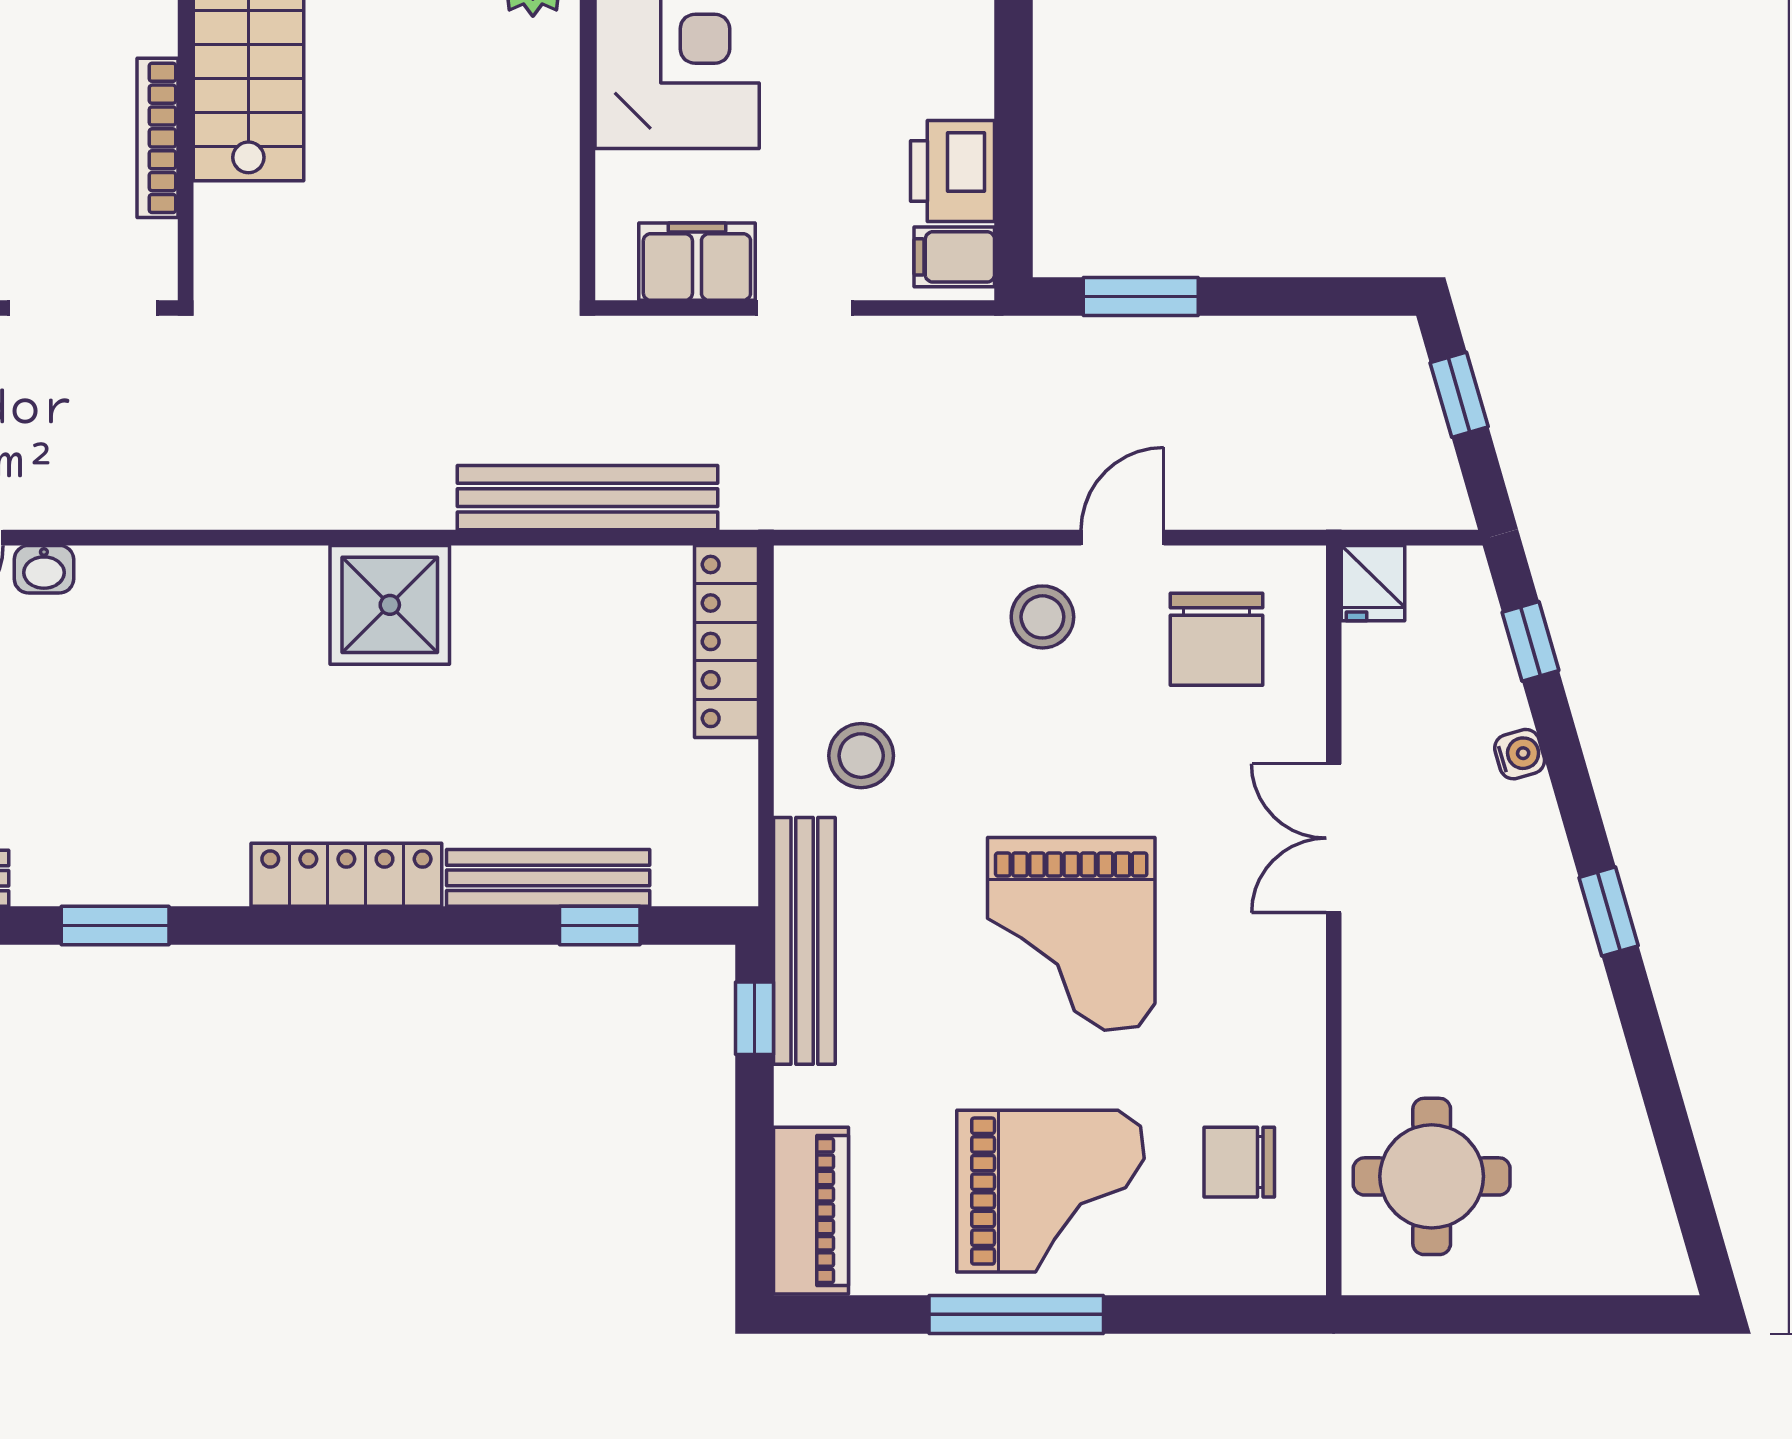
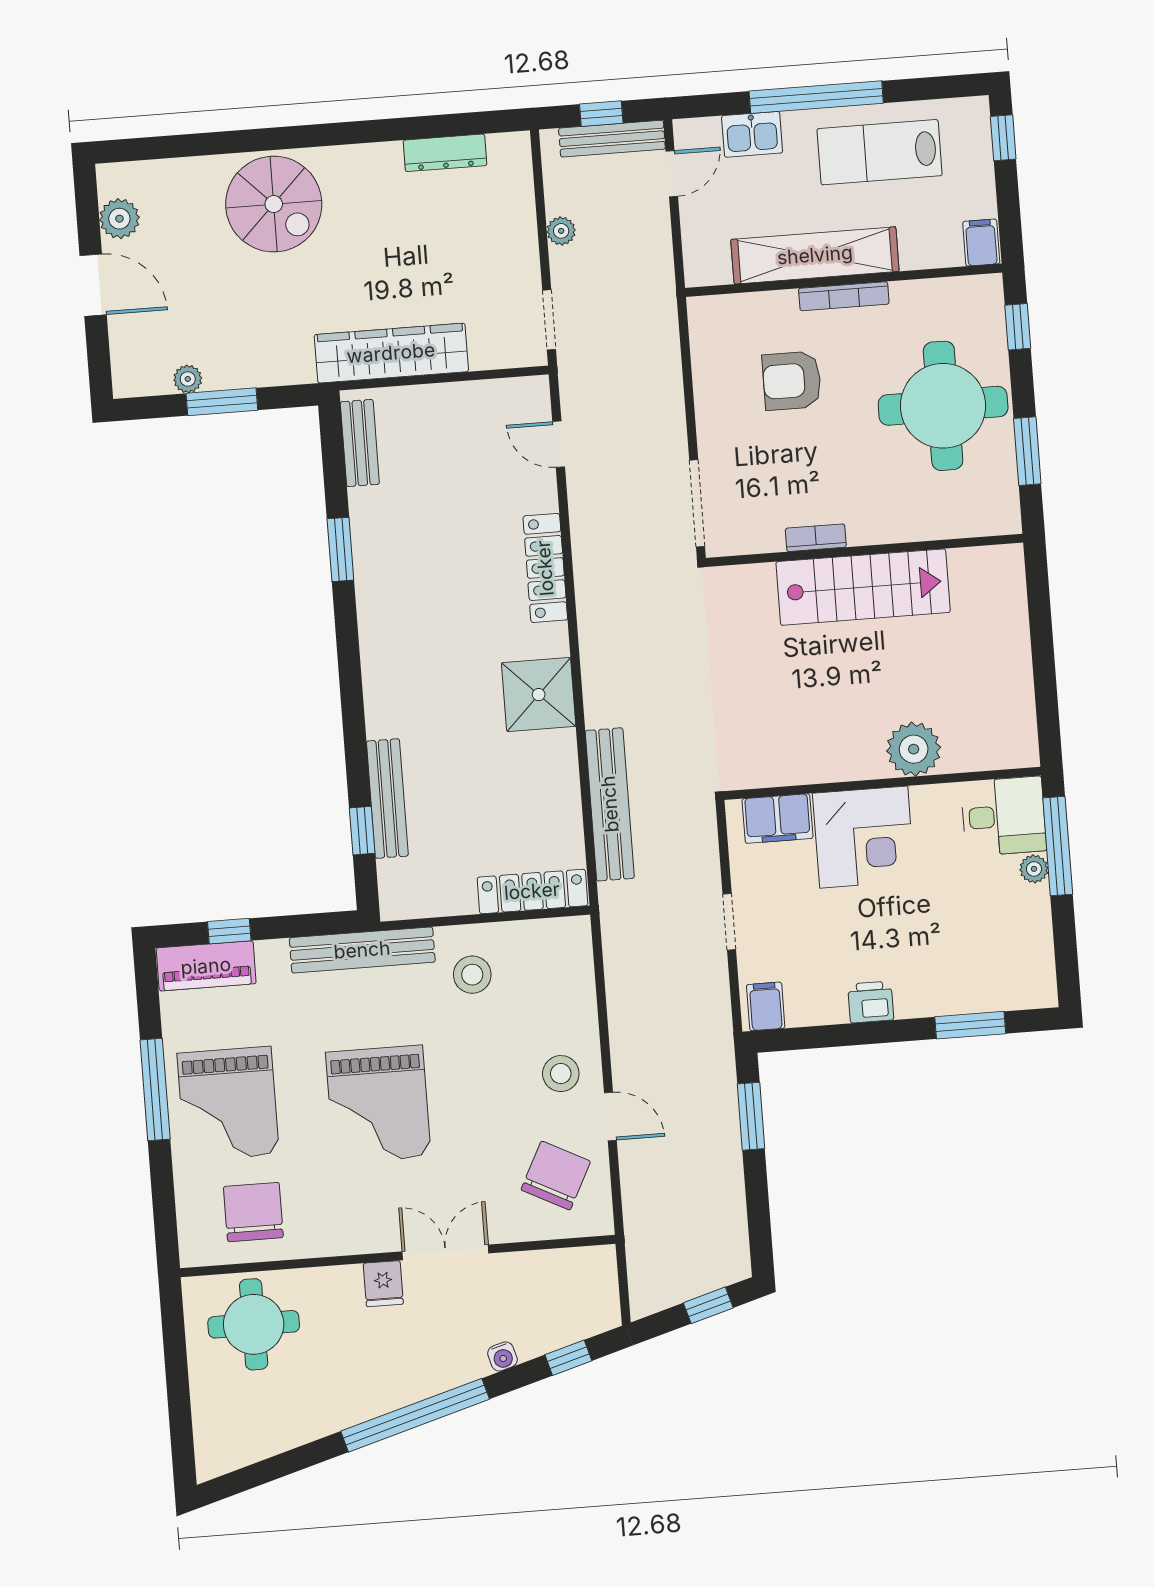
bookcase: (158, 138) -> (816, 538), width x0.64
printer: (953, 171) -> (871, 1002), moved, width x0.73, depth x0.81
filing cabinet: (697, 262) -> (777, 819), moved, turned 90
washbasin: (44, 569) -> (544, 492), removed
fridge: (1373, 583) -> (383, 1284), moved, turned -90
chair: (1217, 639) -> (556, 1176), turned 117
locker: (346, 875) -> (545, 568), moved, turned 180
window: (1609, 912) -> (415, 1415), width x3.17
grand piano: (1071, 934) -> (378, 1104), turned -90
window: (755, 1018) -> (229, 931), moved
chair: (1239, 1162) -> (253, 1212), width x1.37, depth x1.37

